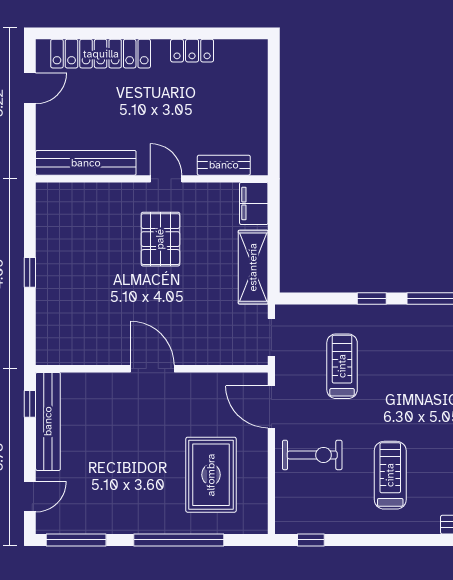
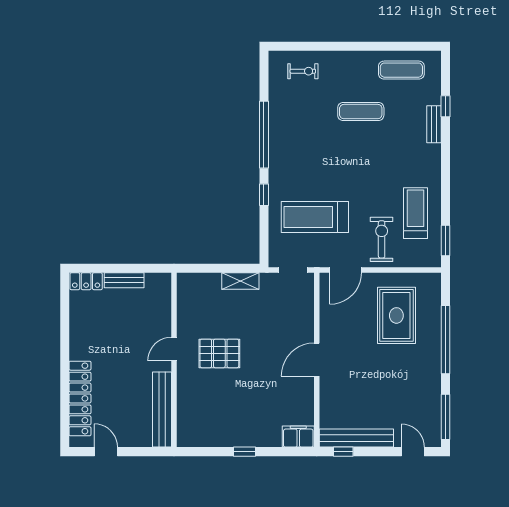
locker: (192, 51) -> (86, 281), moved, turned 90
bench: (224, 165) -> (124, 280), moved, turned 90
filing cabinet: (254, 203) -> (298, 437), moved, turned 180
shelving: (253, 267) -> (240, 281), width x0.67, depth x0.75
treadmill: (342, 366) -> (315, 217), width x1.37, depth x1.38
rug: (211, 475) -> (396, 315), turned 90
treadmill: (390, 475) -> (416, 213), moved, turned 90
window: (311, 540) -> (445, 240), width x1.50

